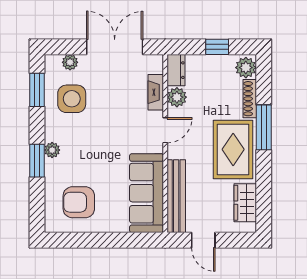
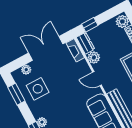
window: (217, 47) -> (90, 25), moved
fireplace: (156, 92) -> (75, 50), moved
door: (165, 130) -> (97, 79), swing flipped

